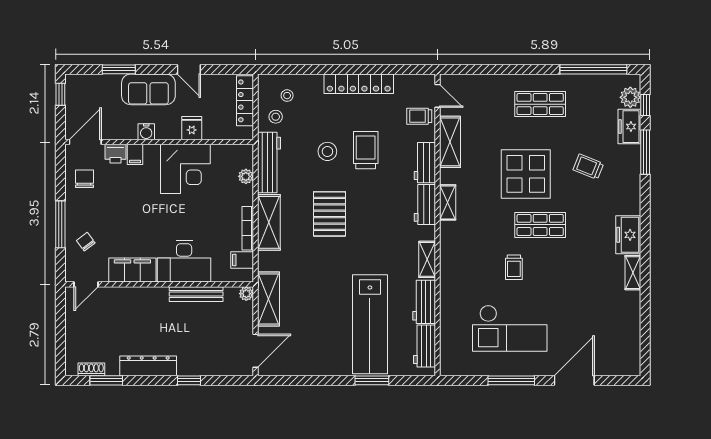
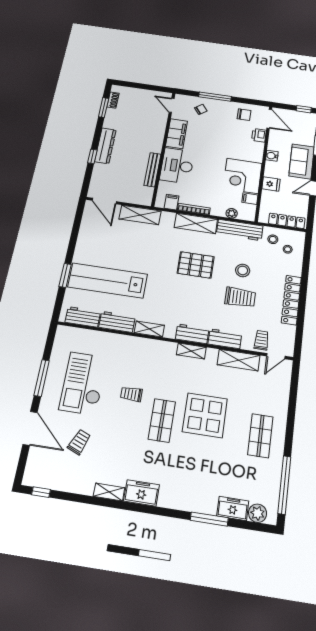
window: (645, 105) -> (41, 492), moved
filing cabinet: (135, 154) -> (250, 199), moved
trolley: (588, 167) -> (79, 442), moved
plant: (246, 294) -> (147, 201), removed
dresser: (148, 366) -> (105, 146), moved

